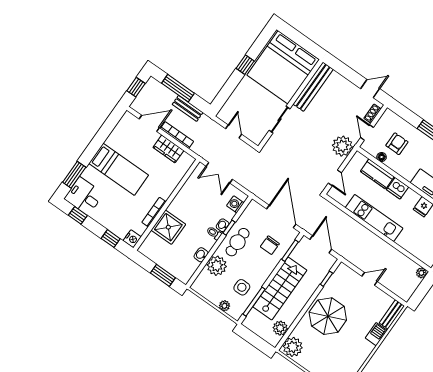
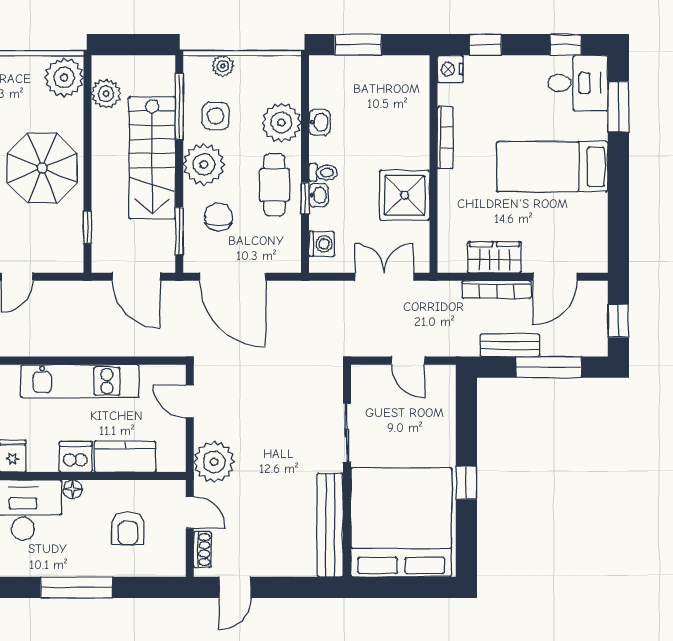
floor lamp: (382, 157) -> (73, 489), moved
shower: (168, 227) -> (405, 195), moved
plant: (261, 271) -> (204, 164), added

